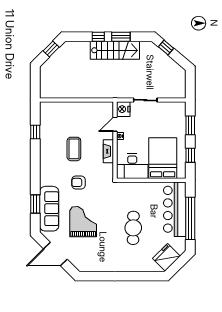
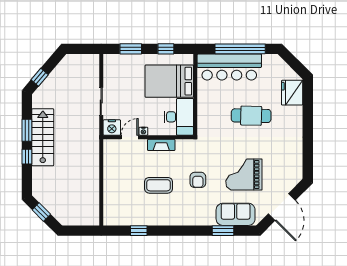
door: (115, 124) -> (130, 137), swing flipped
sofa: (49, 209) -> (236, 214), width x0.73
fridge: (166, 257) -> (292, 93), moved, turned 45

